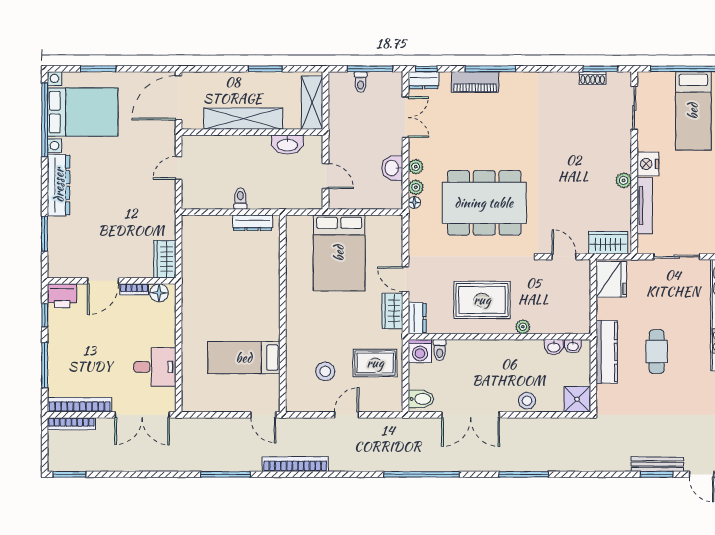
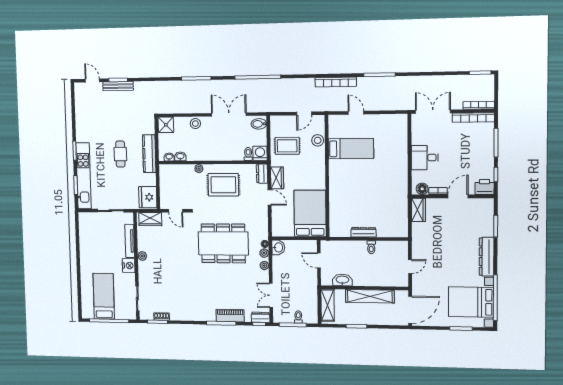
washbasin: (392, 168) -> (278, 247), moved
wall: (283, 313) -> (327, 176), moved
bed: (244, 358) -> (351, 149), moved
desk: (155, 367) -> (425, 158), moved

